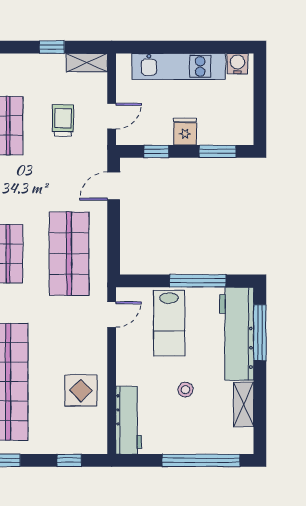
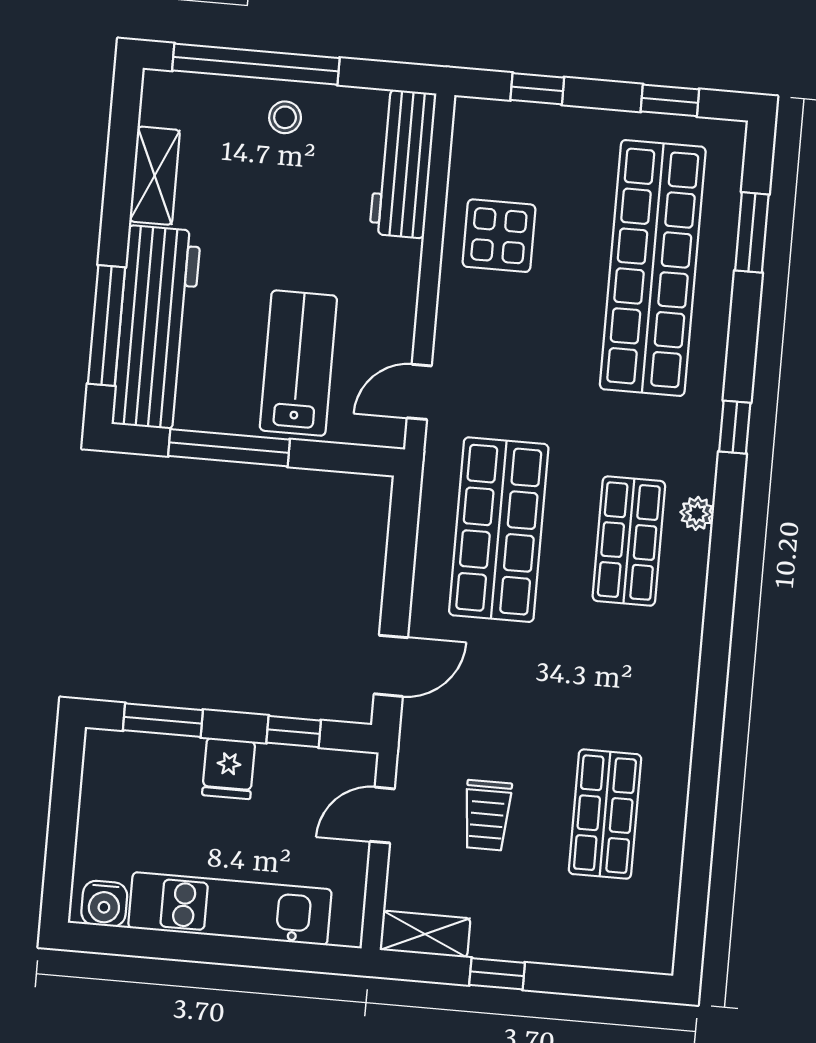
stool: (185, 390) -> (285, 117), moved

